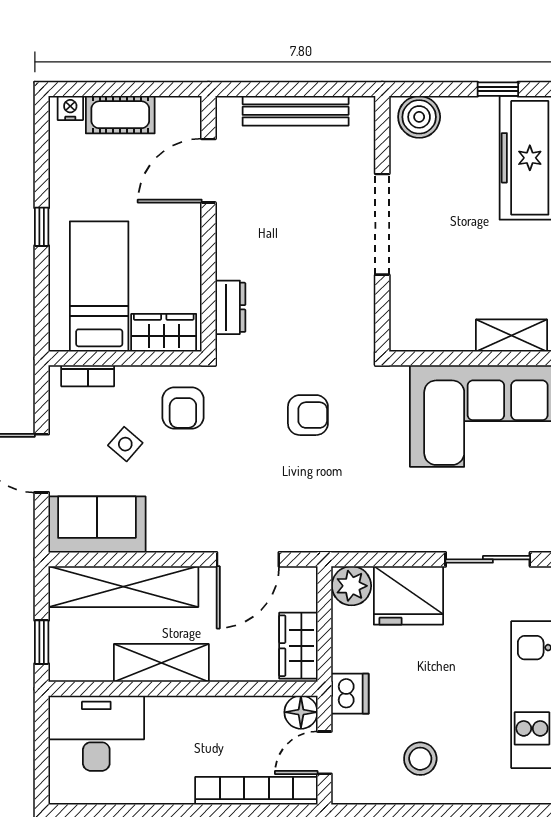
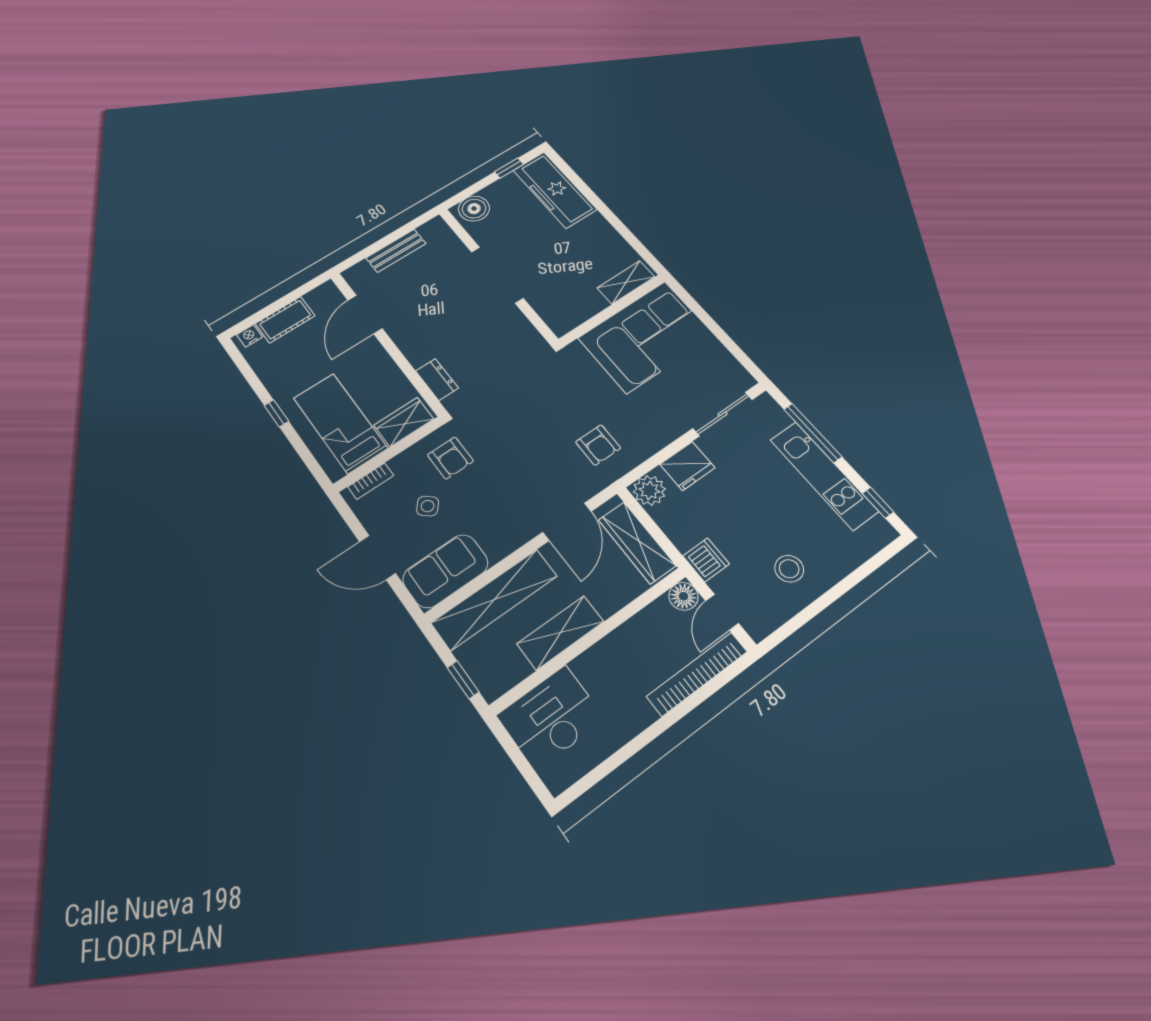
bench: (296, 111) -> (396, 251), width x0.73
armchair: (308, 415) -> (598, 445), moved, turned 90
fridge: (408, 595) -> (687, 466), width x0.73, depth x0.75
wardrobe: (298, 646) -> (637, 543), width x1.50

